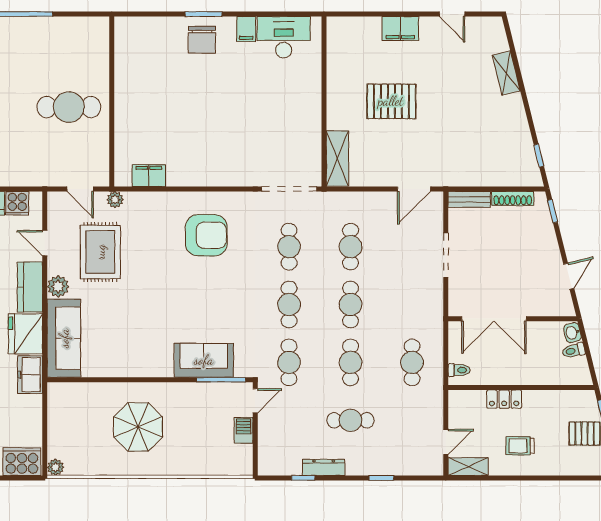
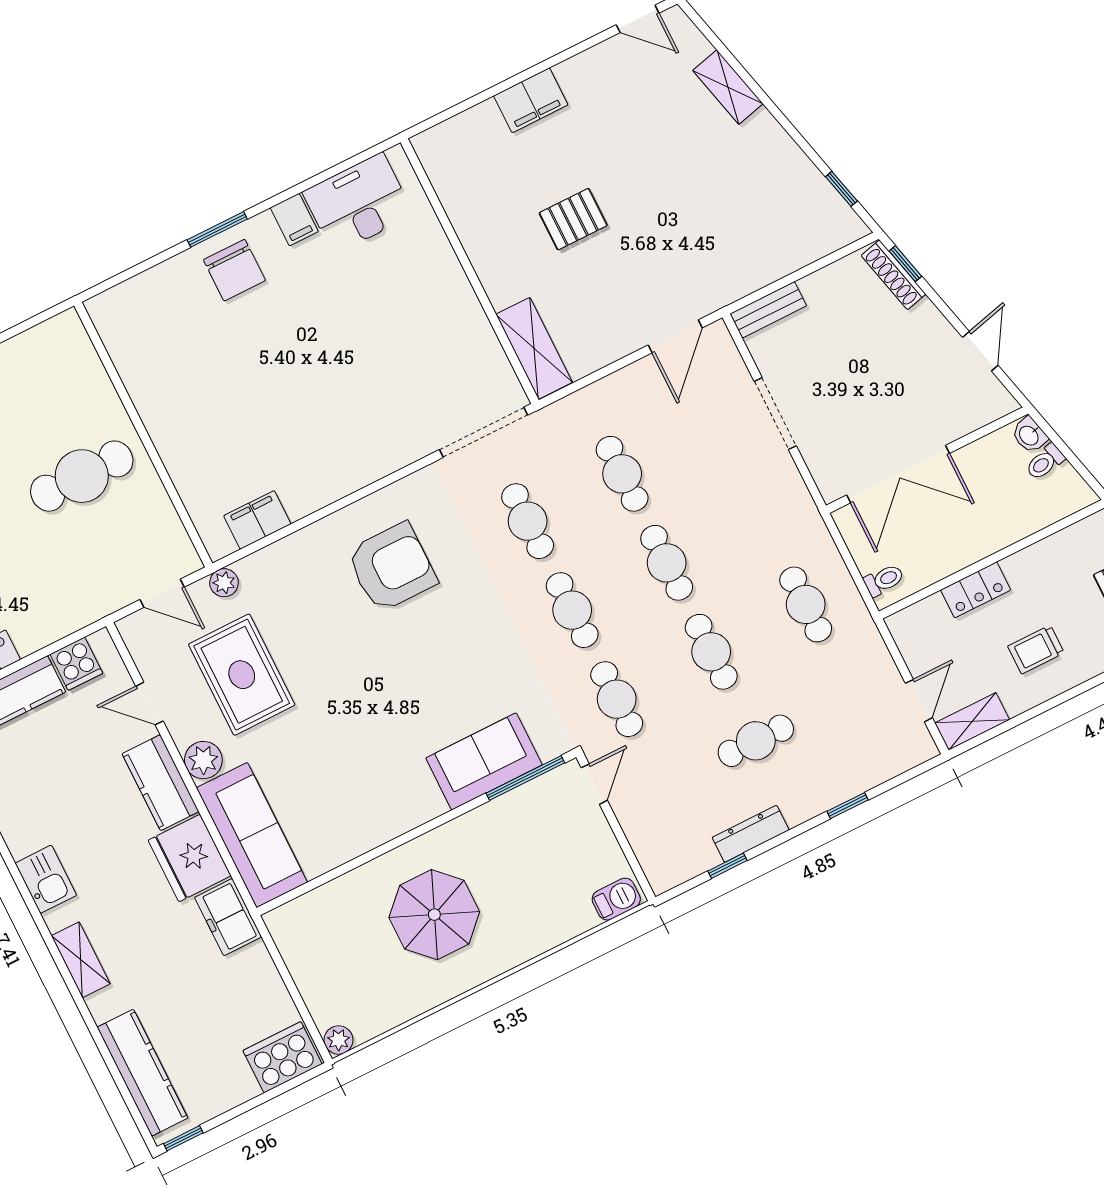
door: (452, 14) -> (638, 19), moved
pallet: (391, 101) -> (573, 219), width x0.67, depth x0.71
shoe rack: (513, 198) -> (893, 275), moved, turned 76
barbecue: (244, 430) -> (616, 899), moved, turned 90

